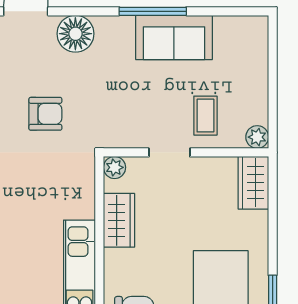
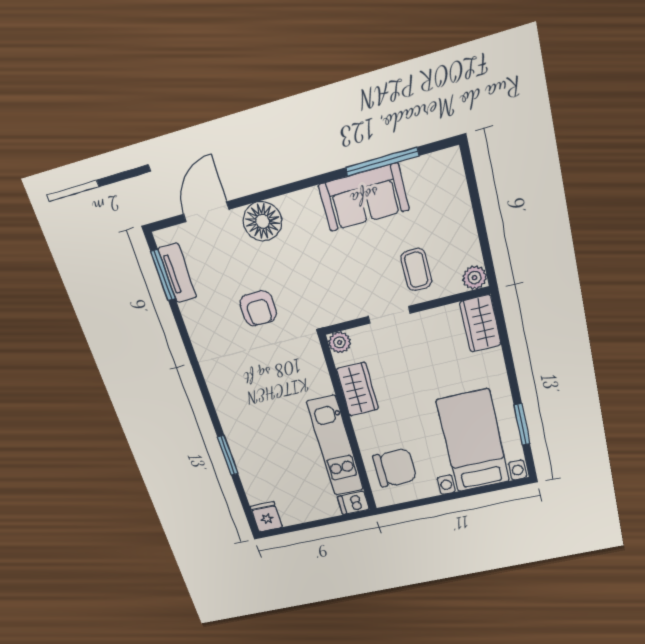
window: (153, 11) -> (382, 162), moved
armchair: (45, 114) -> (258, 308), turned 90

